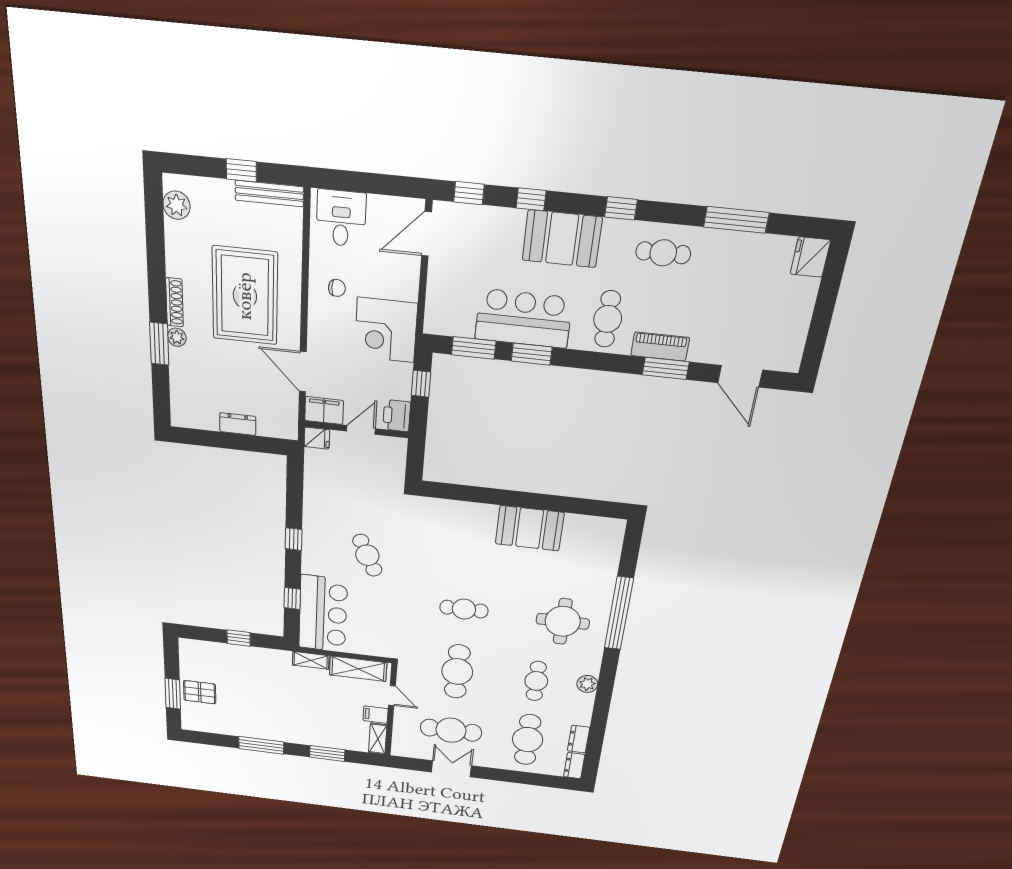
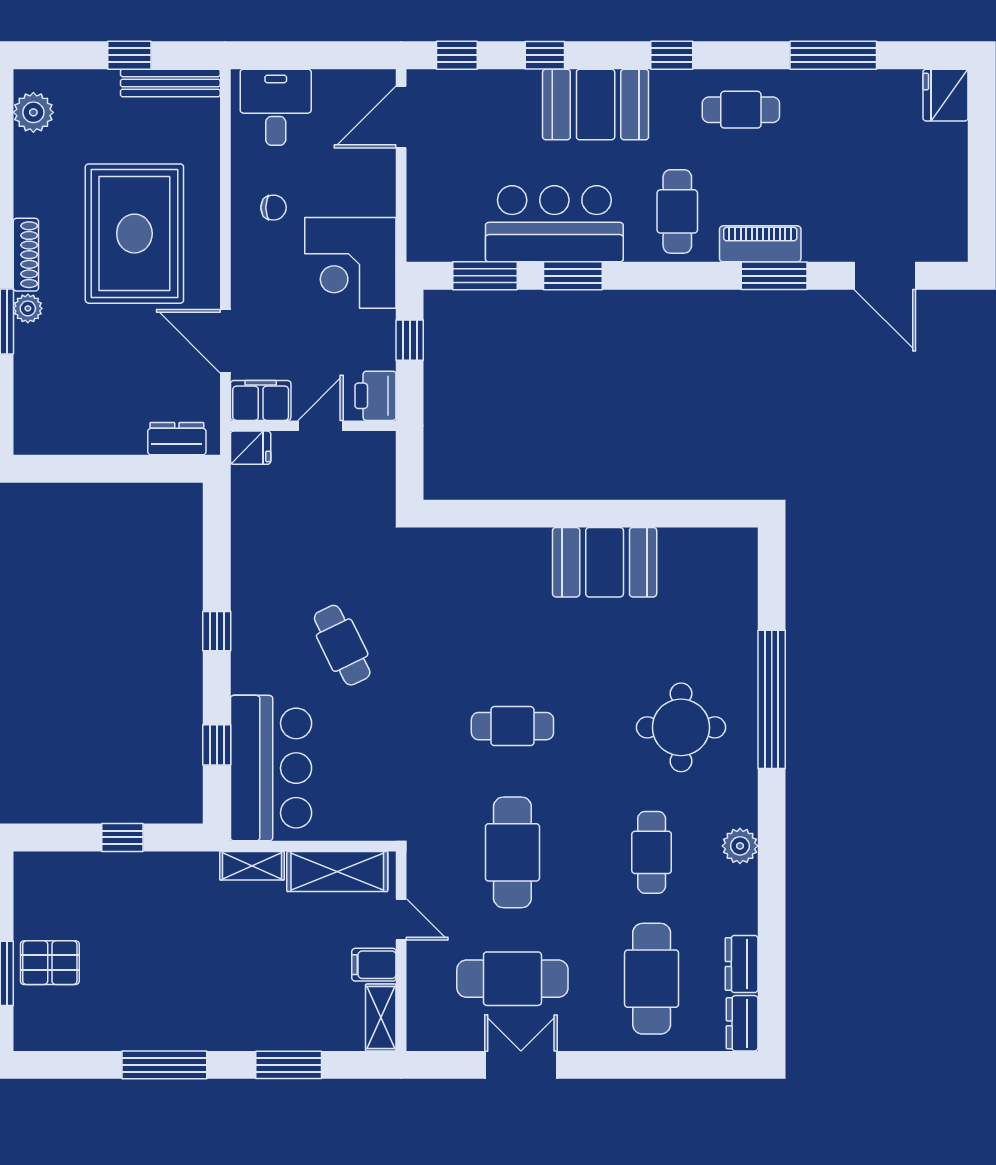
dresser: (238, 424) -> (177, 439), moved

